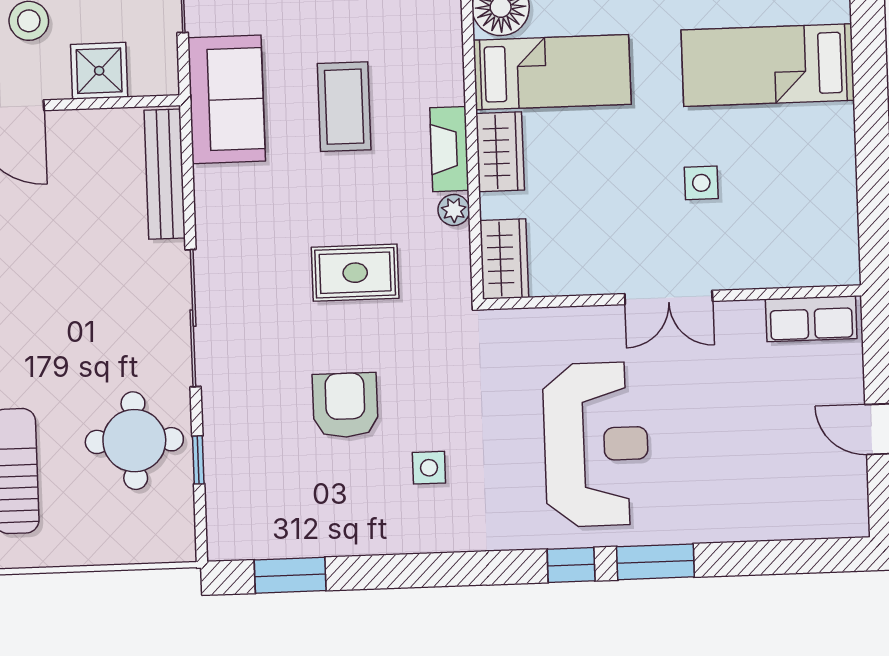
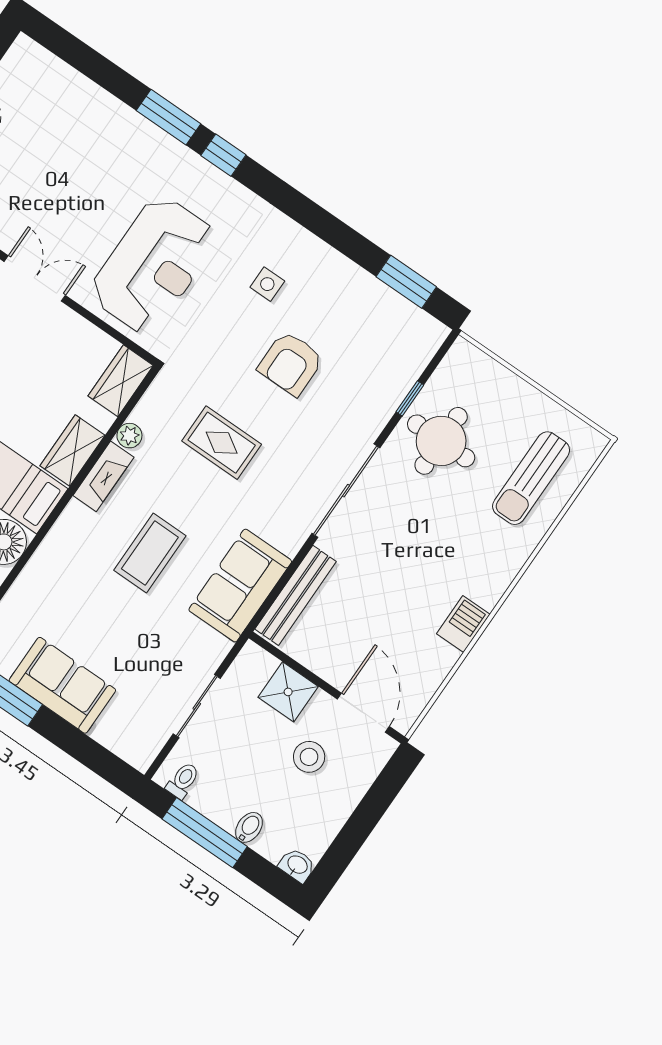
sofa: (227, 99) -> (240, 586), moved
reception desk: (596, 444) -> (154, 265), moved, turned 180

